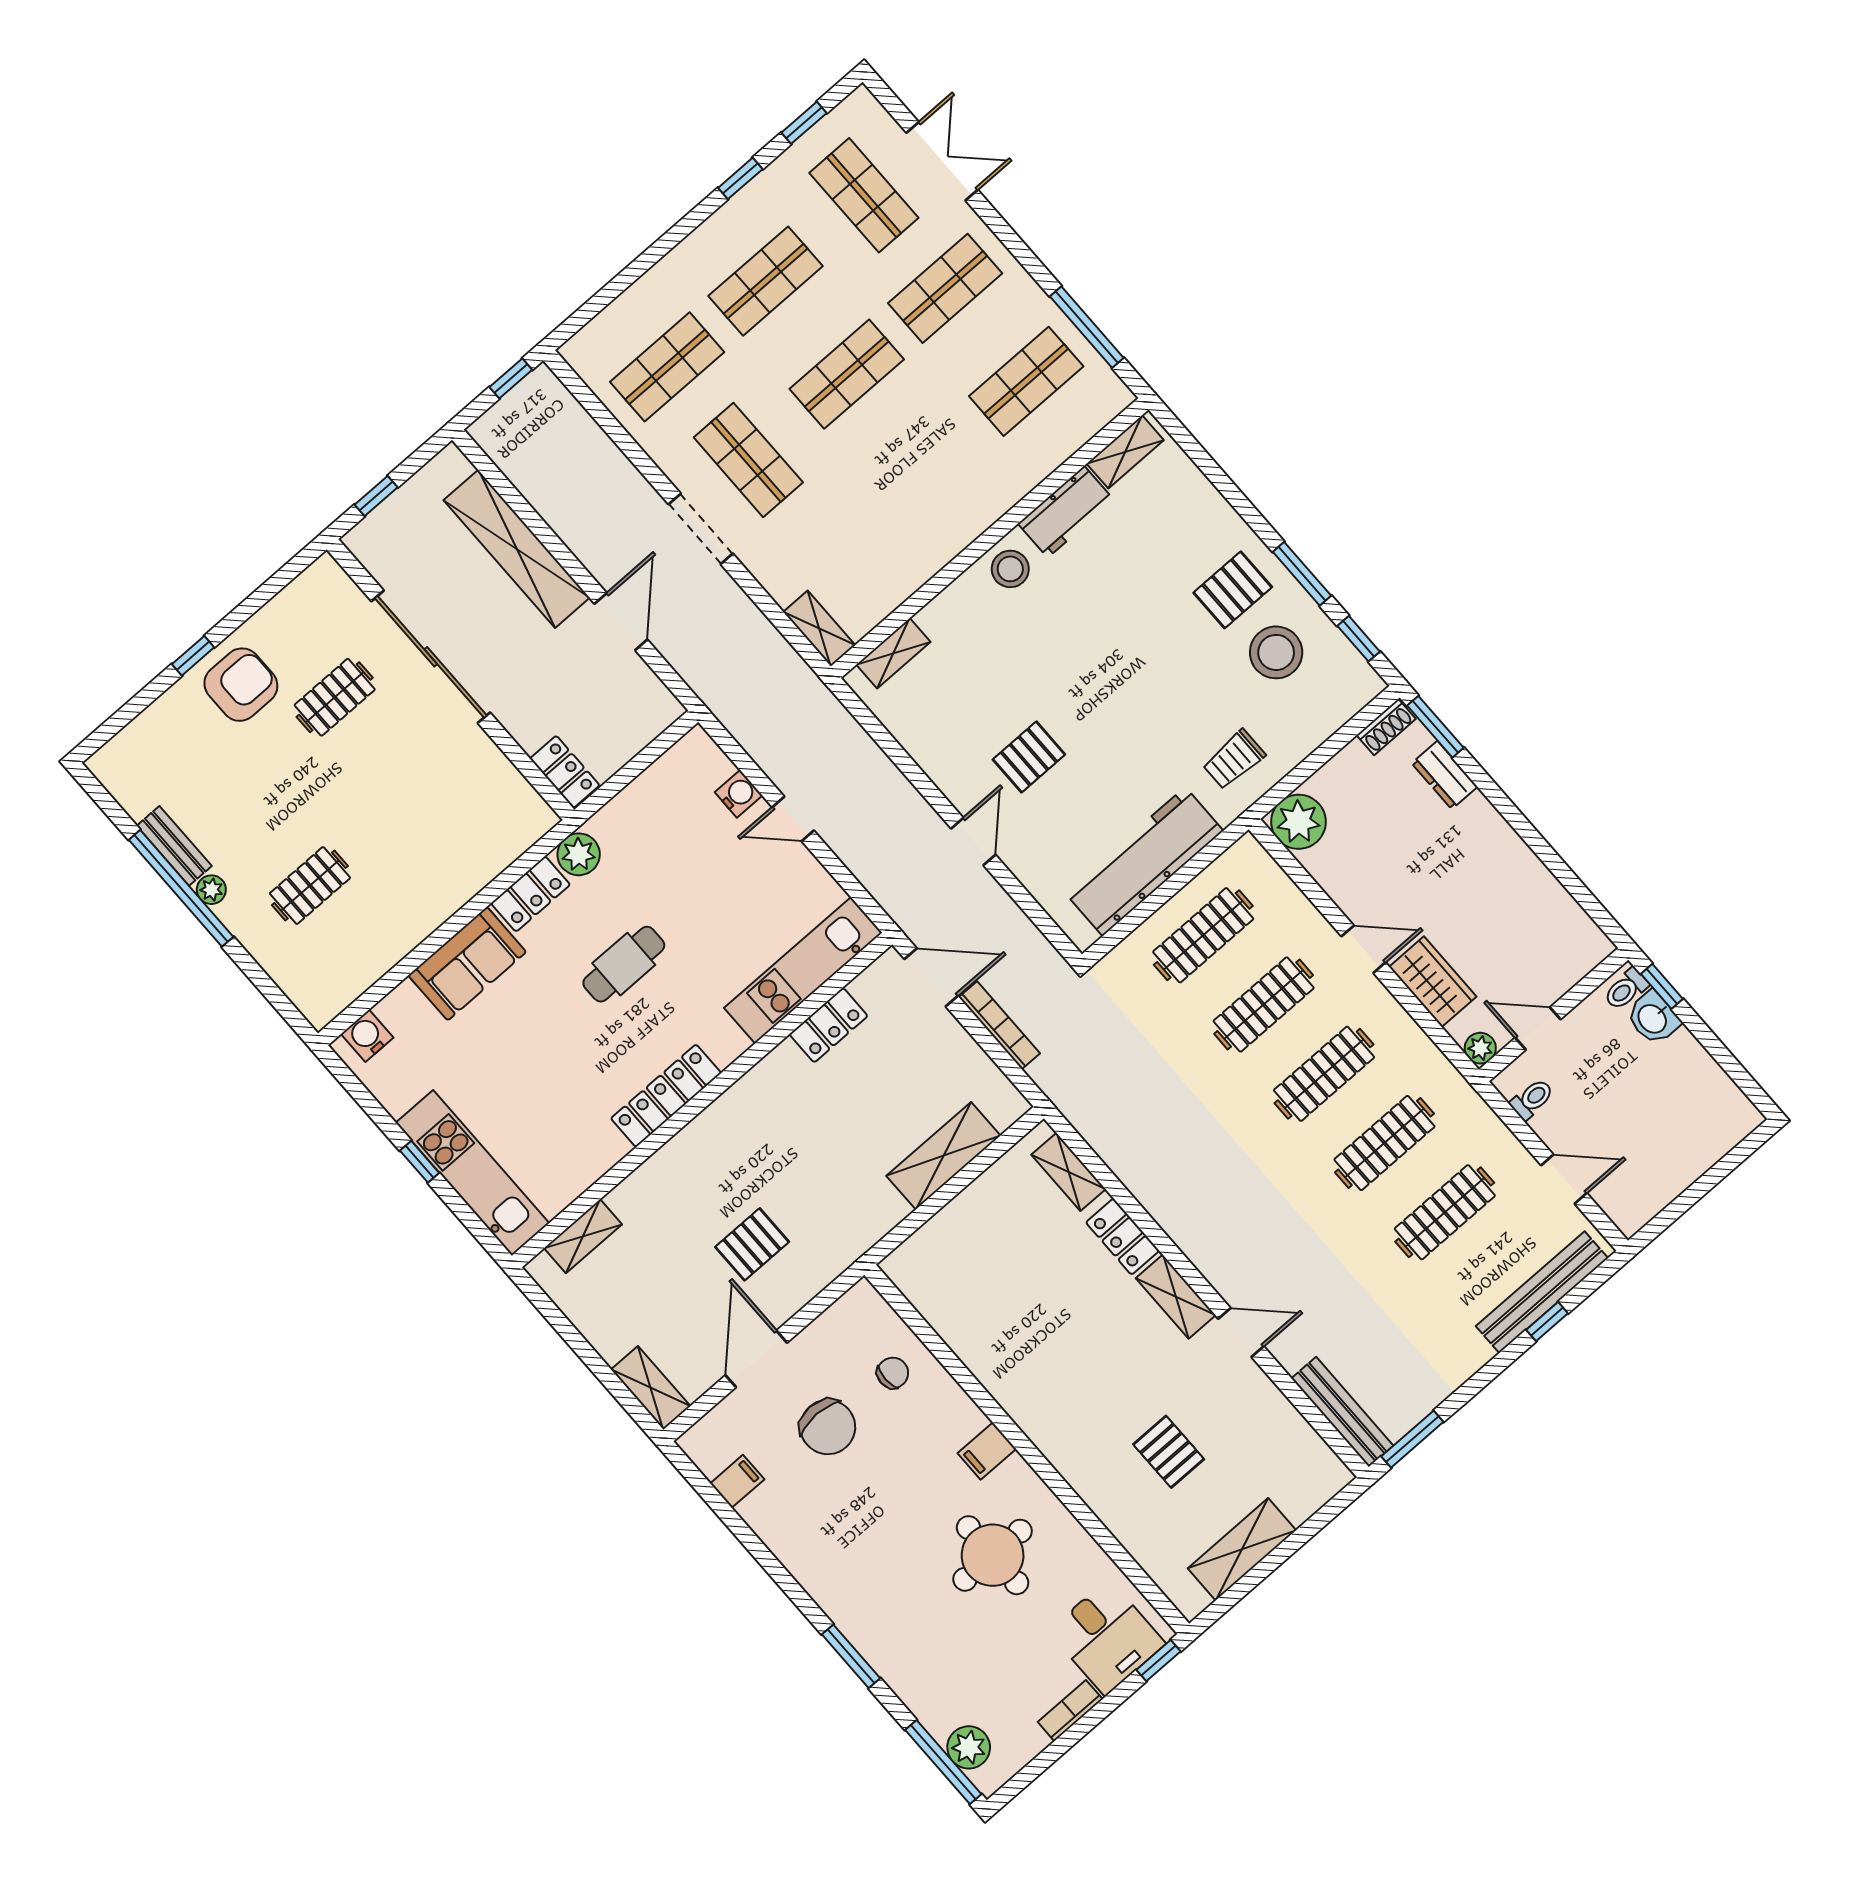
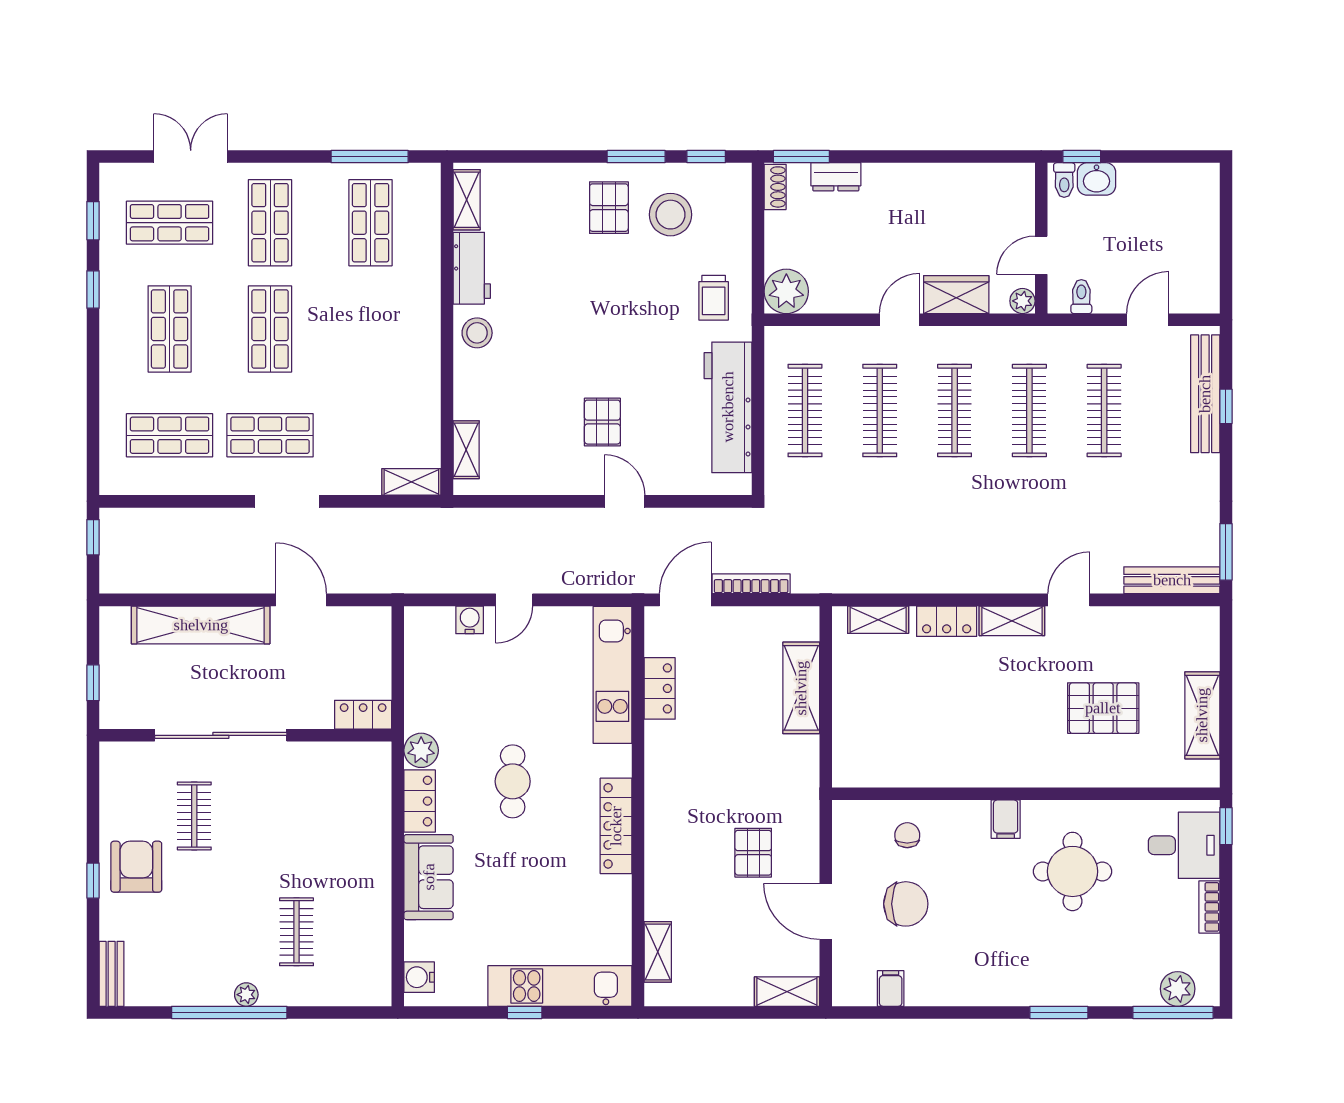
shop shelf: (667, 367) -> (170, 435), turned 90
bench: (174, 846) -> (112, 974), moved, turned 90
pallet: (1169, 1452) -> (1103, 708), width x1.50, depth x1.42

